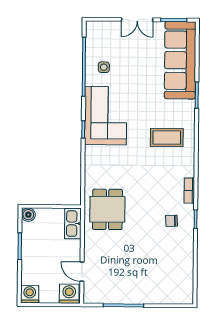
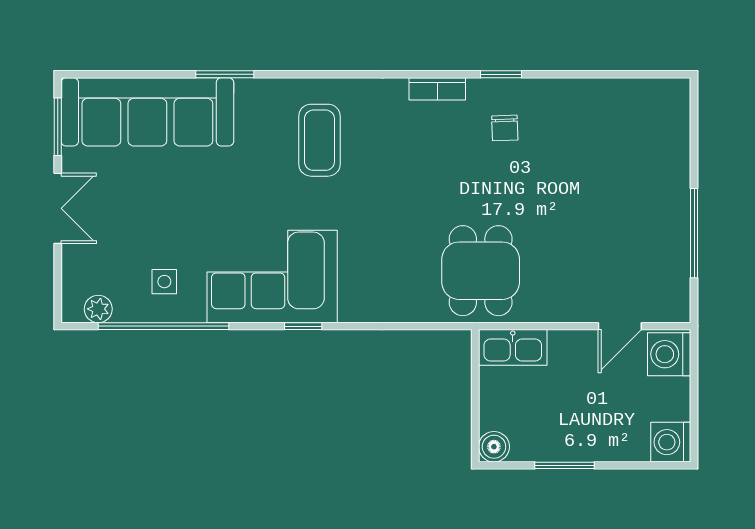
plant: (92, 37) -> (98, 309), added
dining table: (107, 209) -> (481, 271), turned 90

